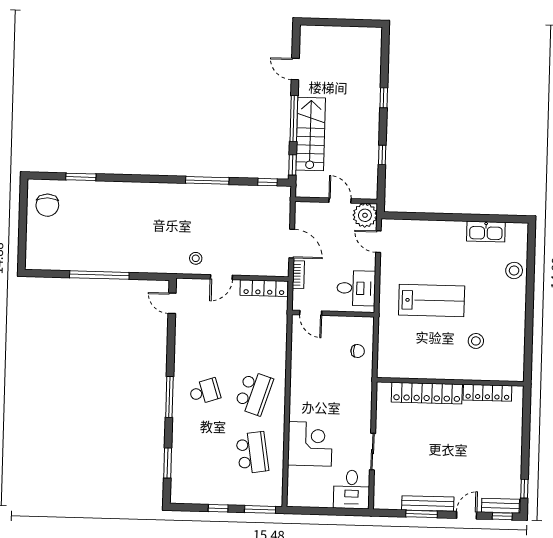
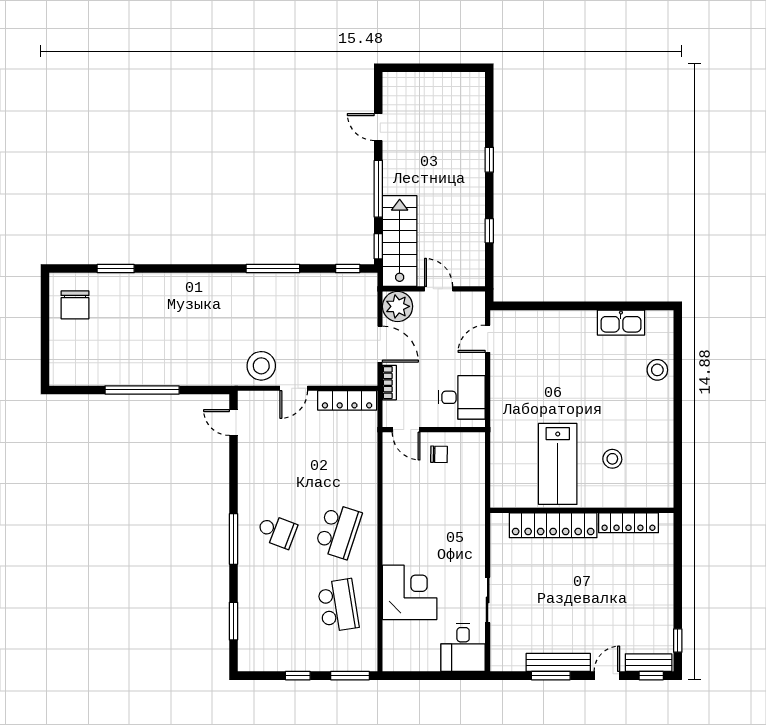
stairs: (311, 134) -> (400, 241), moved
plant: (365, 215) -> (398, 306), moved
door: (378, 242) -> (488, 339), hinge flipped
stool: (196, 258) -> (261, 366), width x1.89, depth x1.89
lab bench: (432, 301) -> (558, 464), moved, turned 90
chair: (358, 351) -> (439, 454), moved
school desk: (205, 392) -> (277, 531), turned 39

